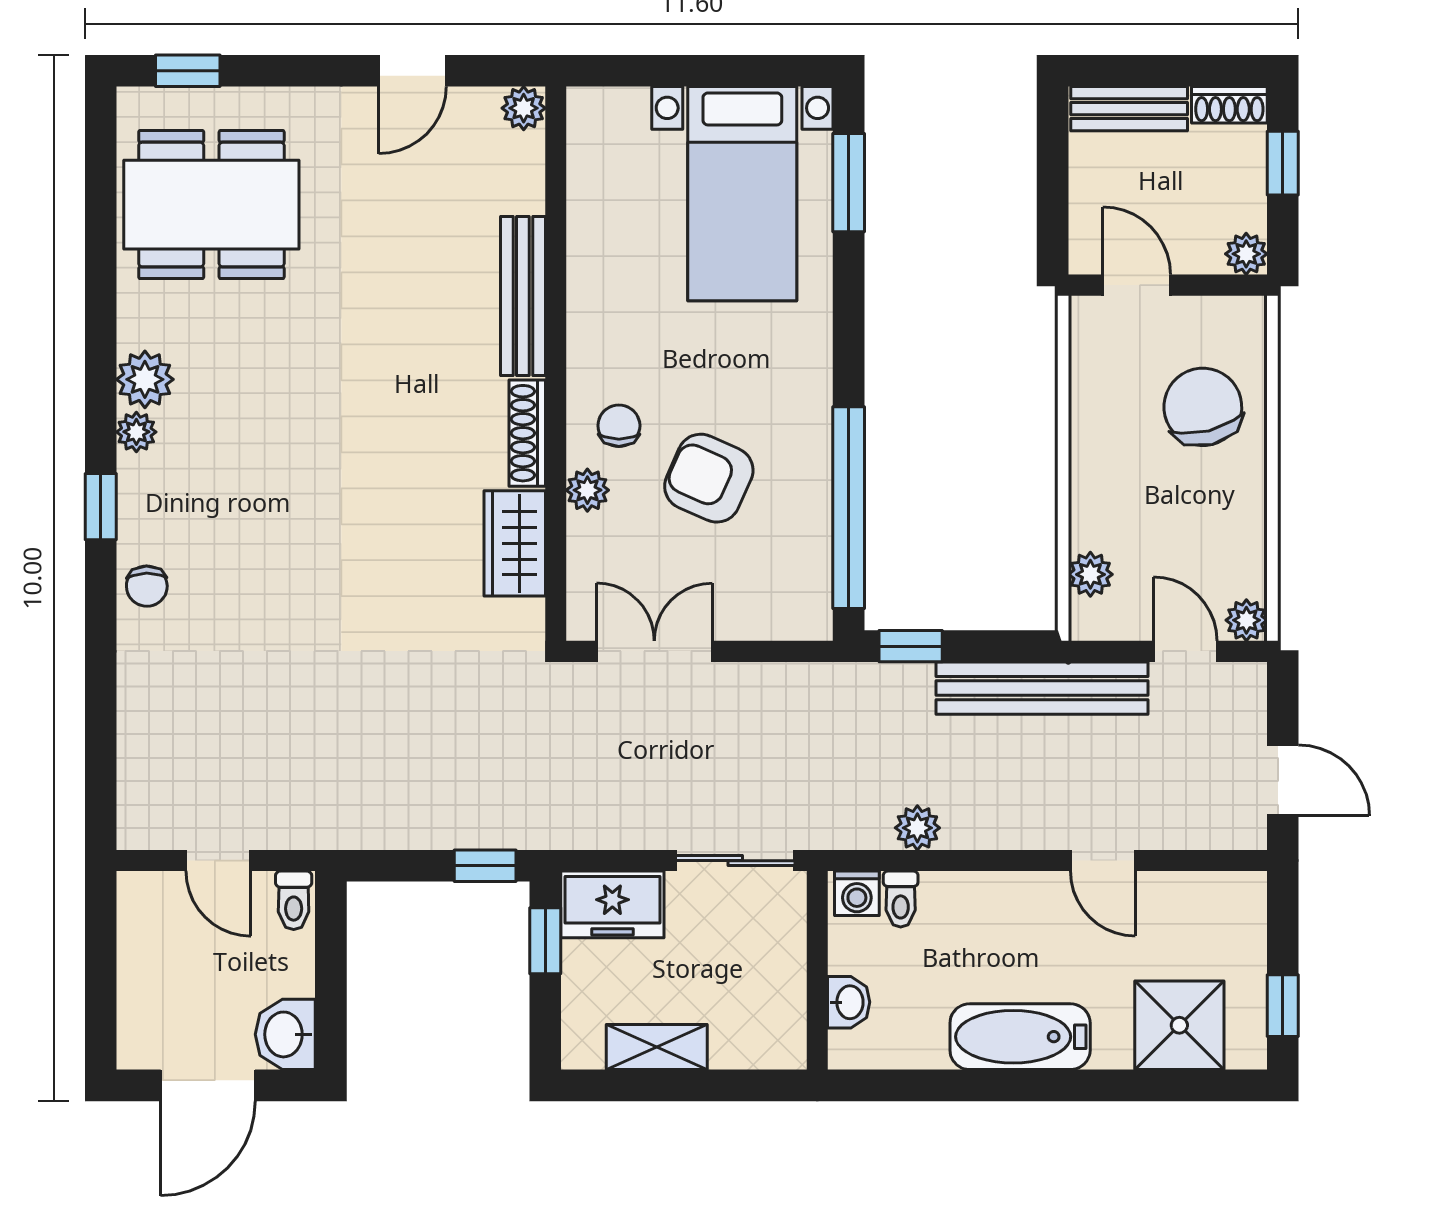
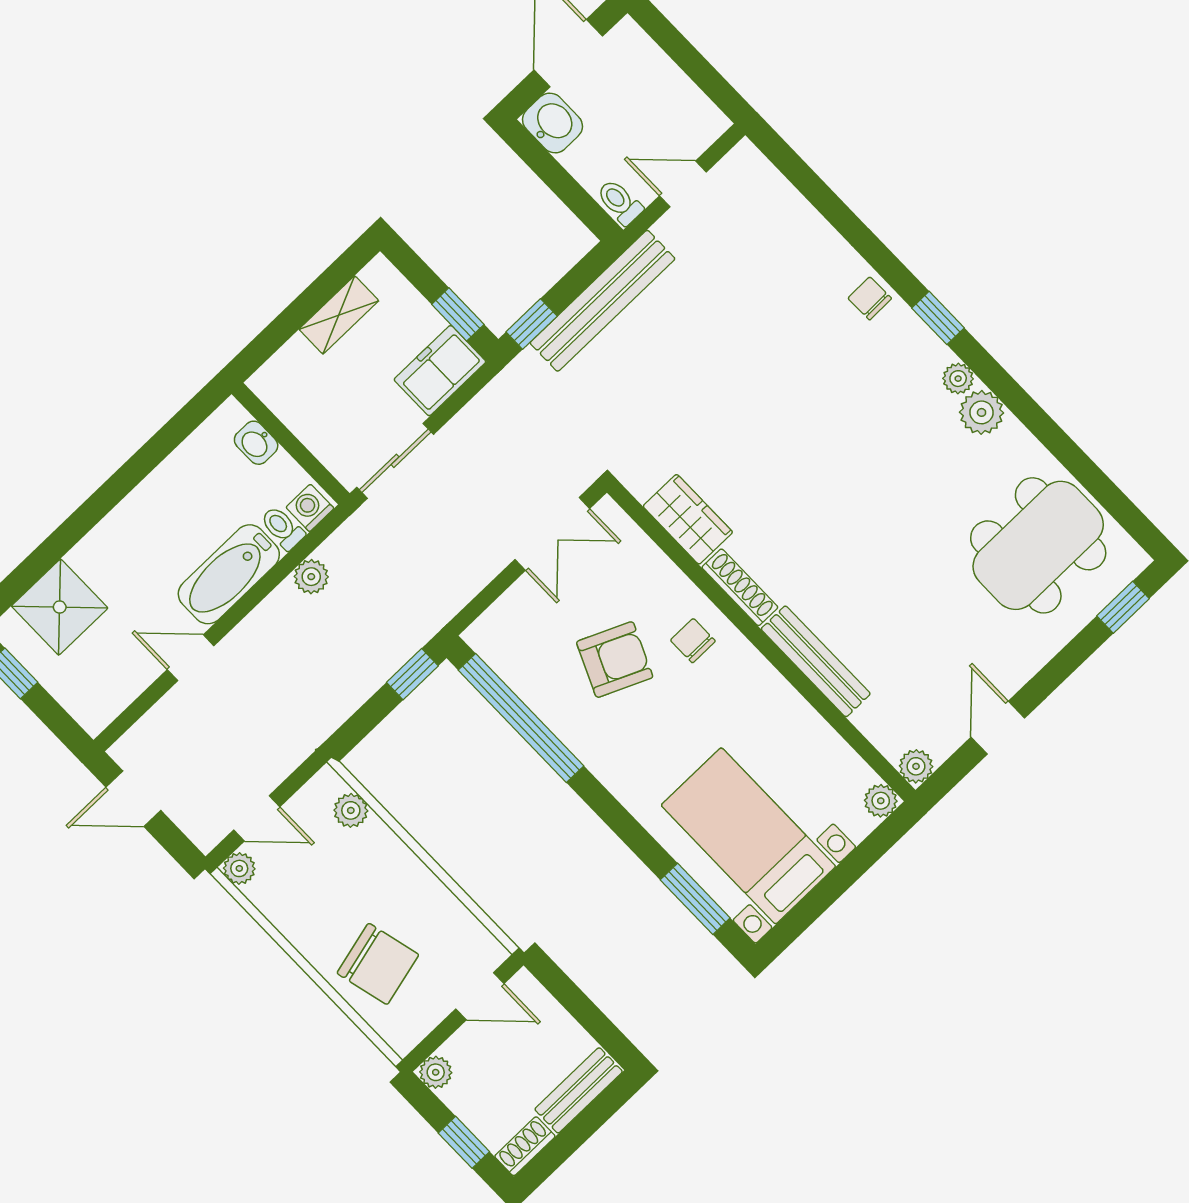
chair: (619, 426) -> (693, 641), turned 180
plant: (587, 490) -> (881, 801), moved
bench: (1042, 688) -> (602, 301), moved
bathtub: (1020, 1037) -> (229, 574), moved, turned 180

